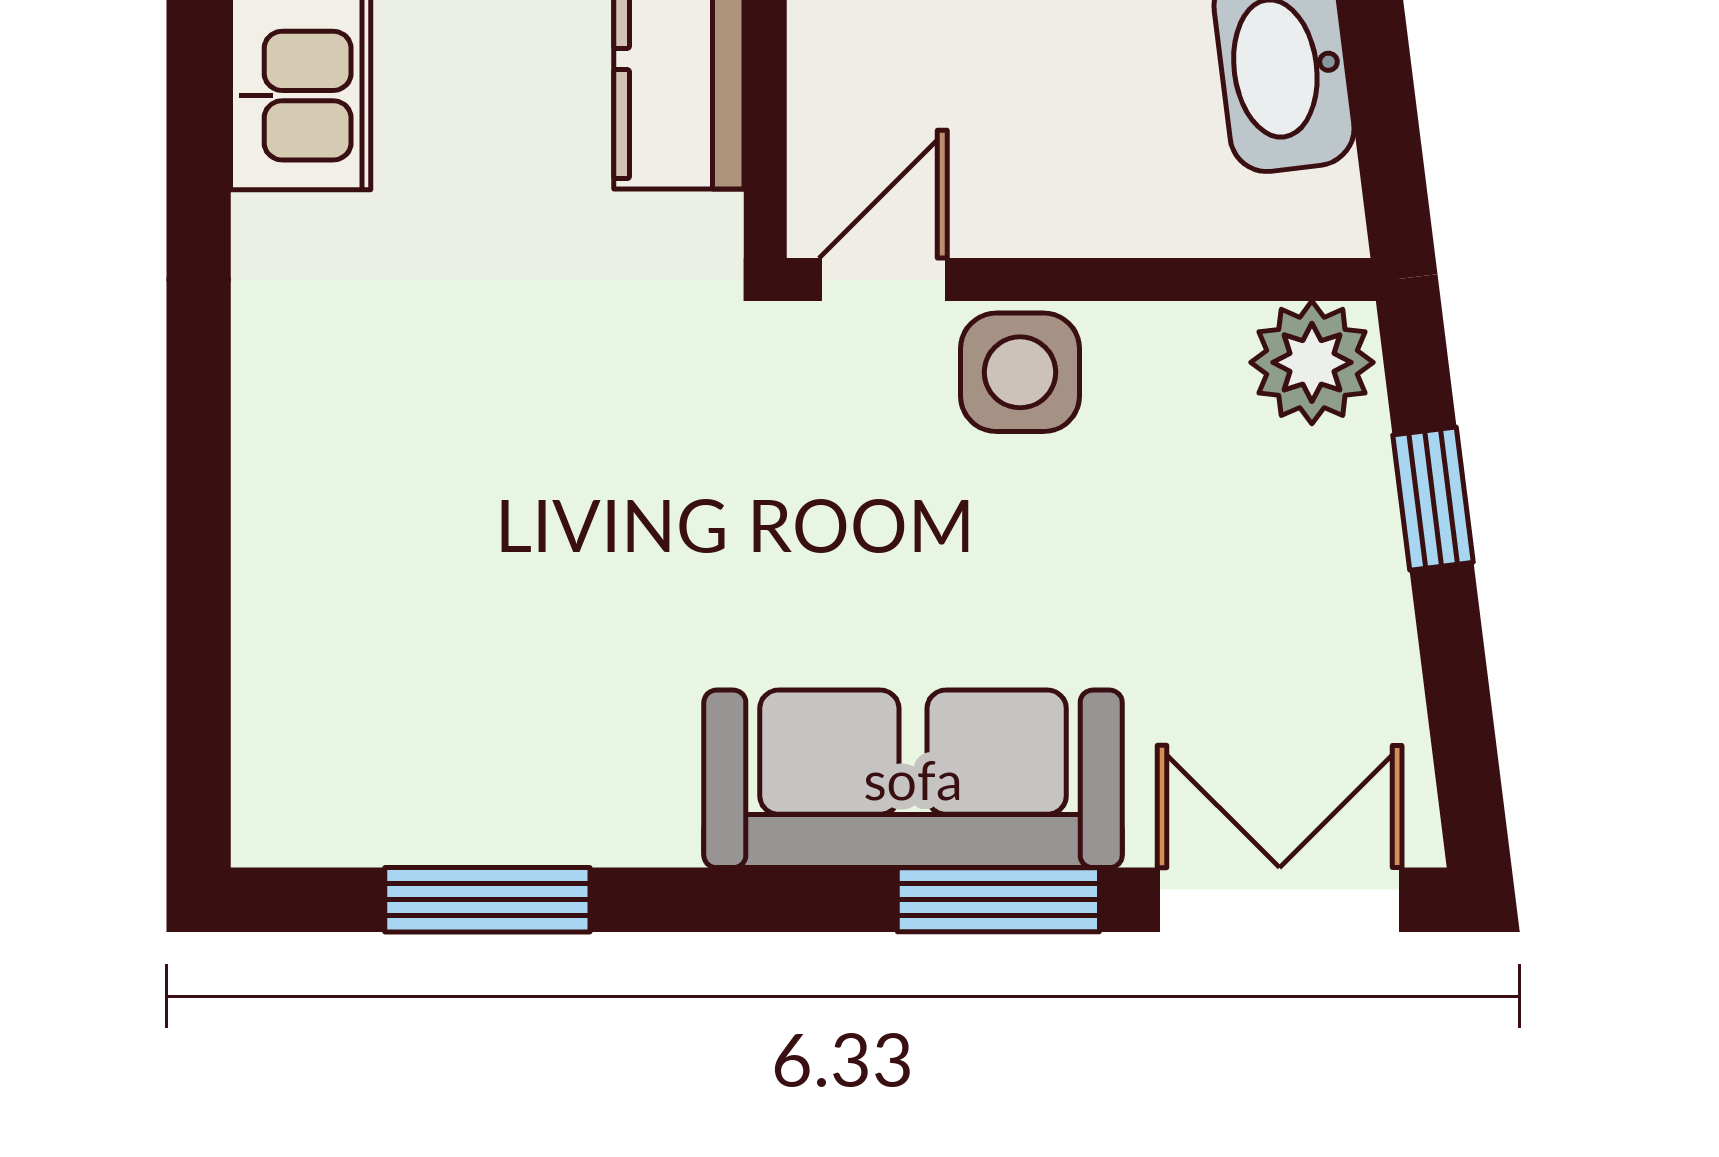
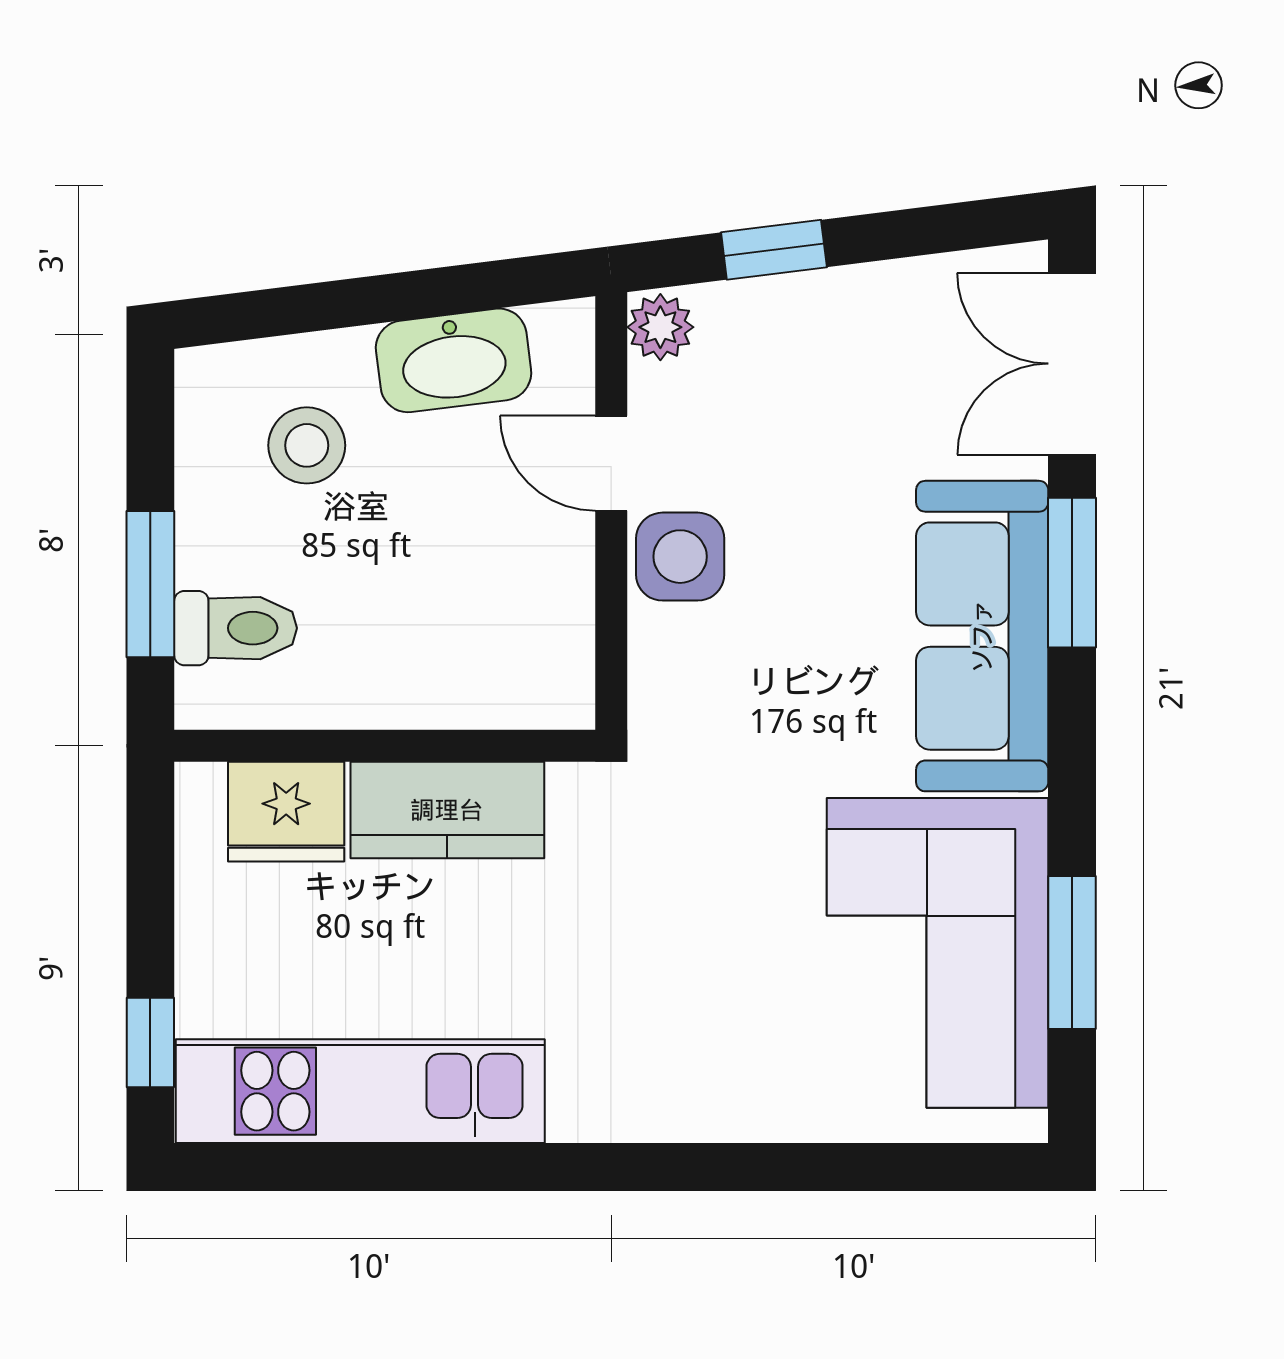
door: (883, 280) -> (611, 463), moved
plant: (1312, 362) -> (660, 327), width x0.73, depth x0.73
corner sofa: (487, 719) -> (938, 953), added

